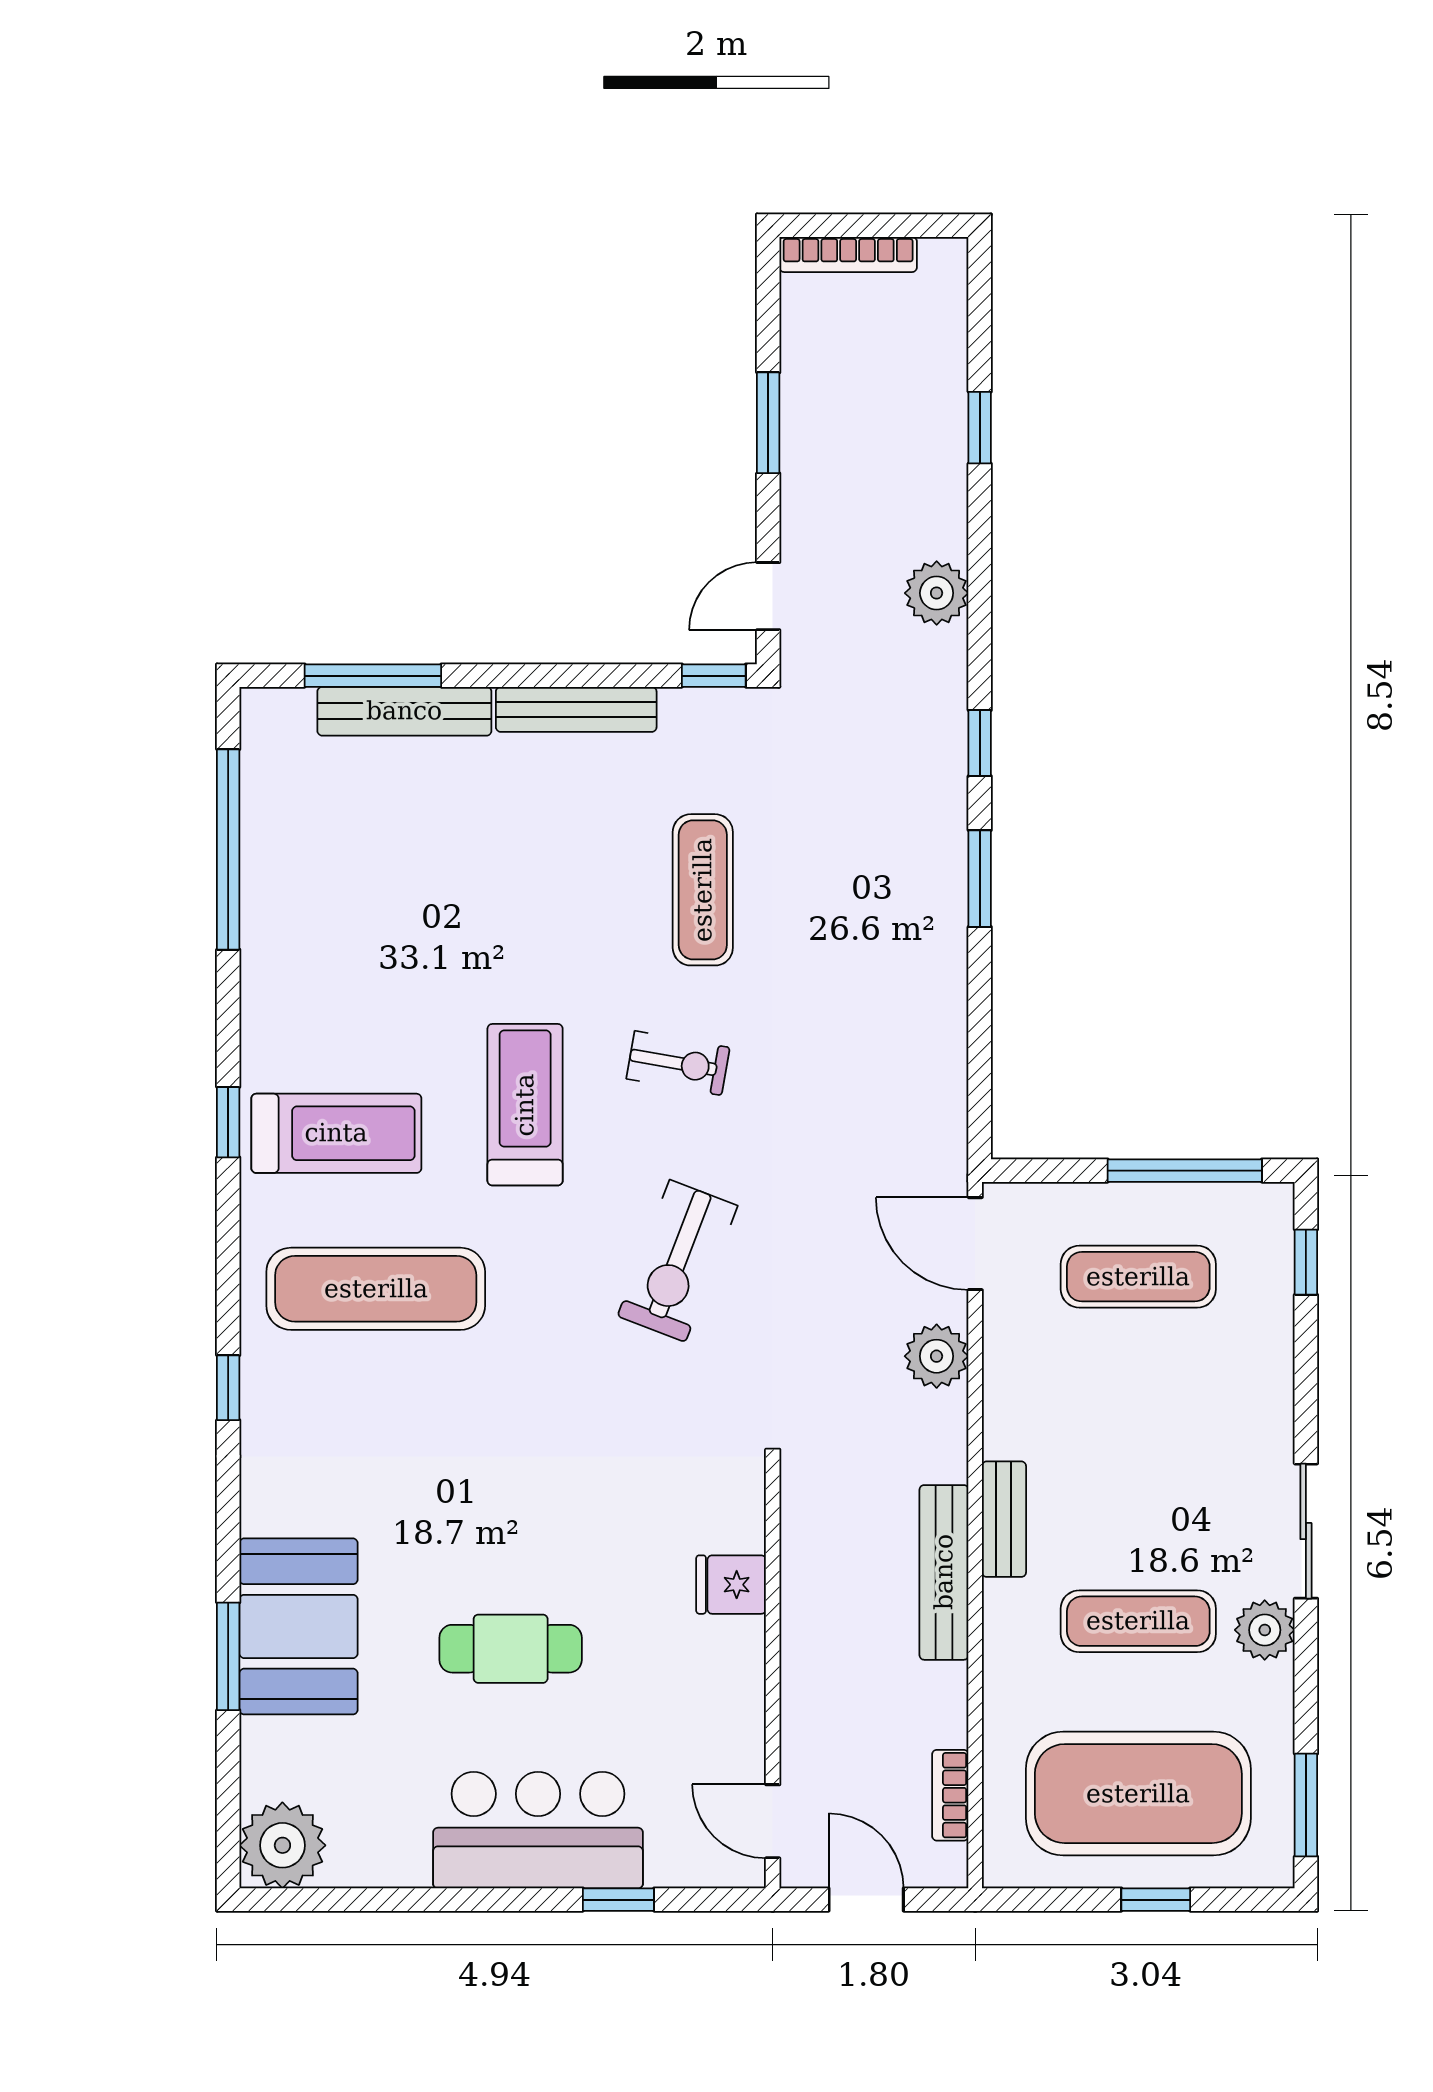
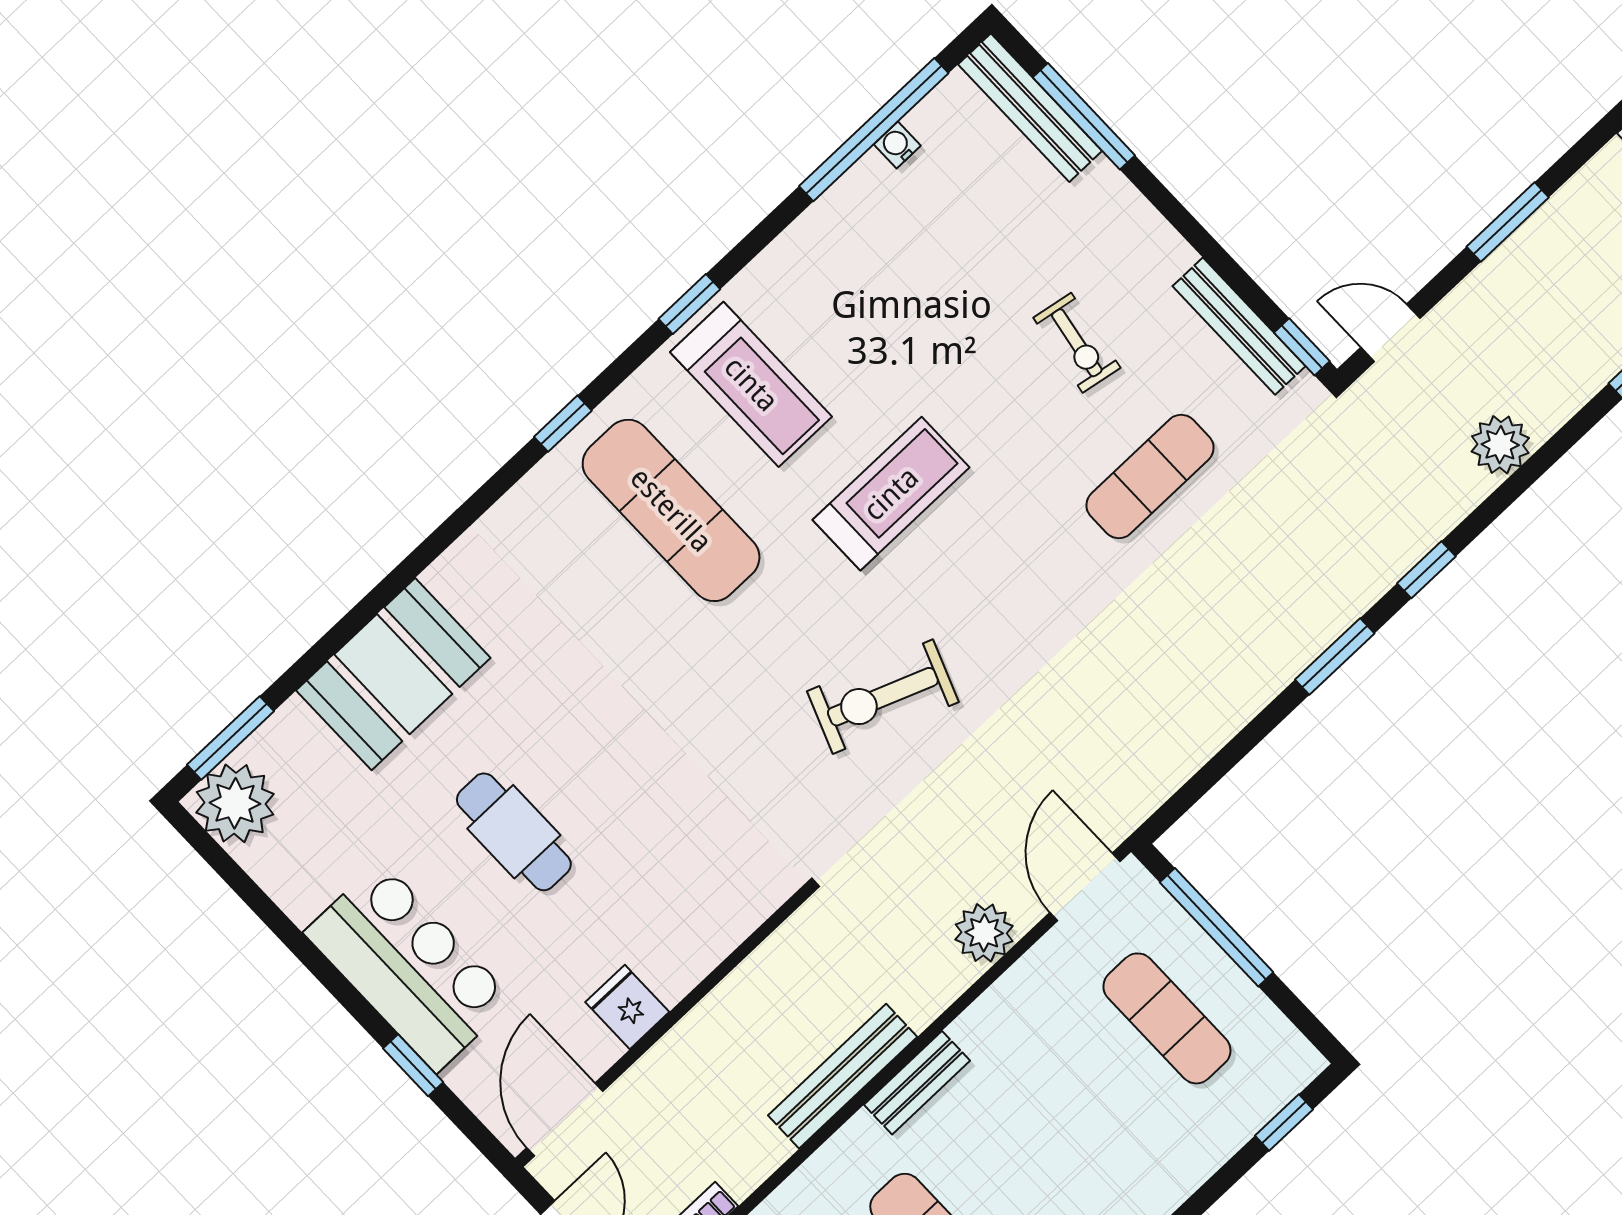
bench: (576, 709) -> (1239, 326), moved
bench: (404, 711) -> (1030, 108), moved
water cooler: (257, 842) -> (897, 145), added
exercise bike: (678, 1063) -> (1077, 343), moved
window: (1185, 1171) -> (1217, 927), moved
window: (228, 1388) -> (563, 424), moved
fridge: (731, 1585) -> (627, 1007), moved
window: (228, 1656) -> (230, 738), moved
door: (773, 1821) -> (565, 1119), width x1.37

